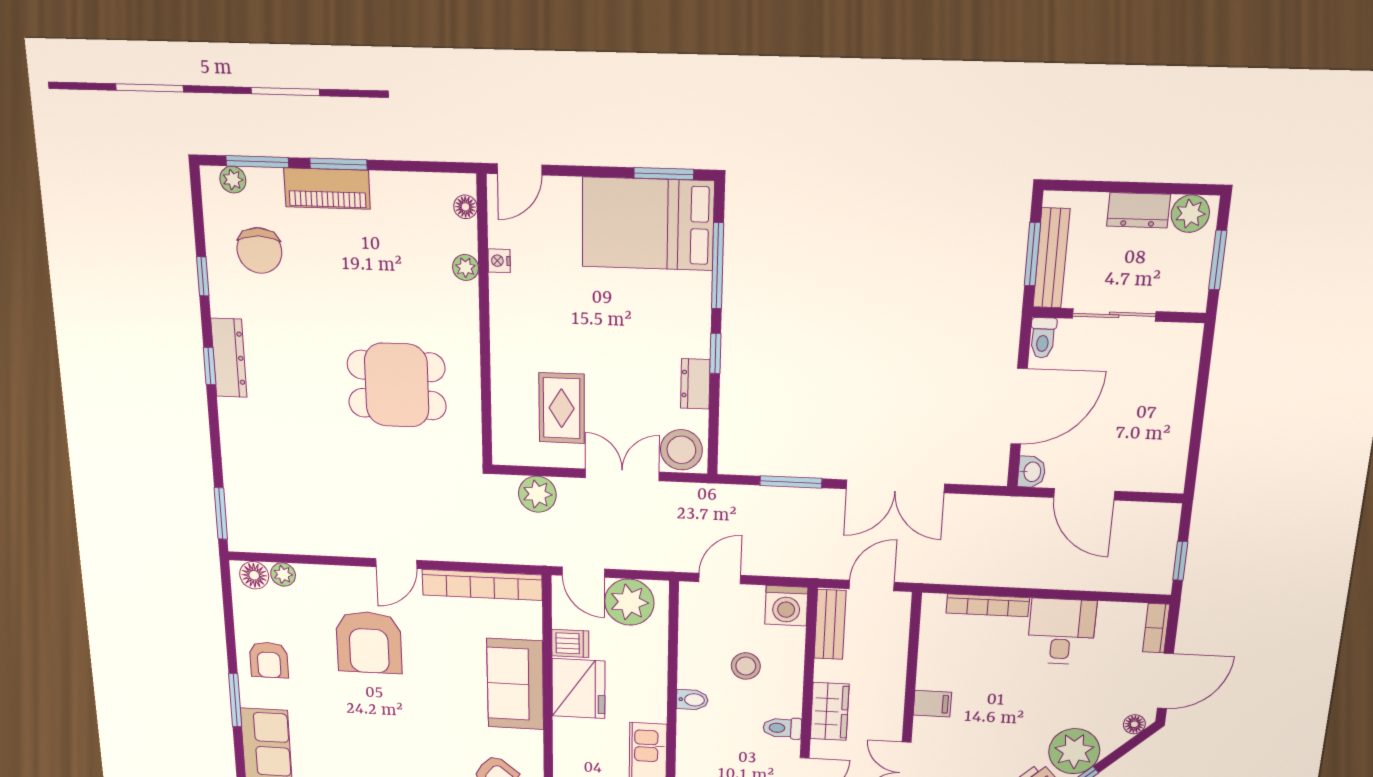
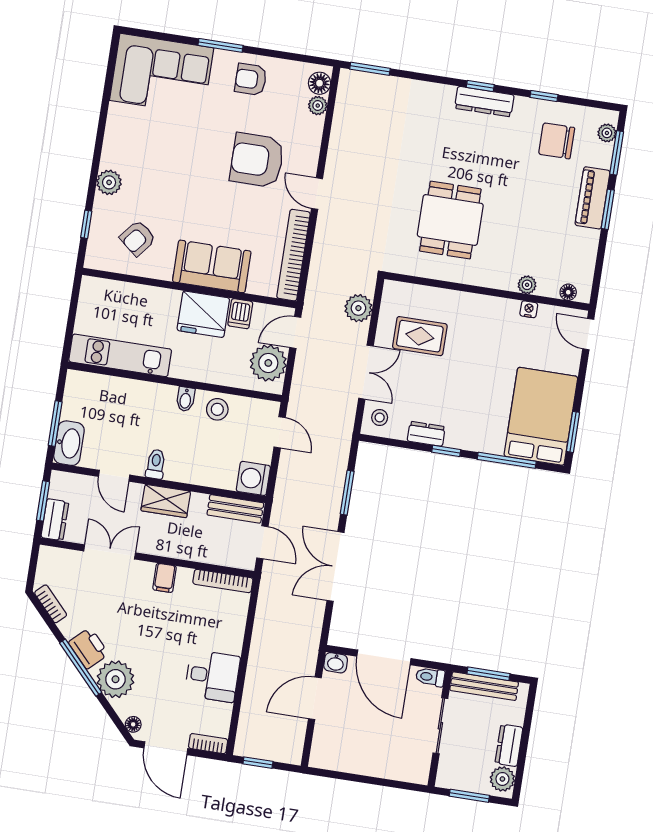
stool: (681, 450) -> (380, 417), width x0.53, depth x0.53
bookcase: (988, 605) -> (223, 581), moved, turned -90
stool: (746, 666) -> (217, 409), moved

